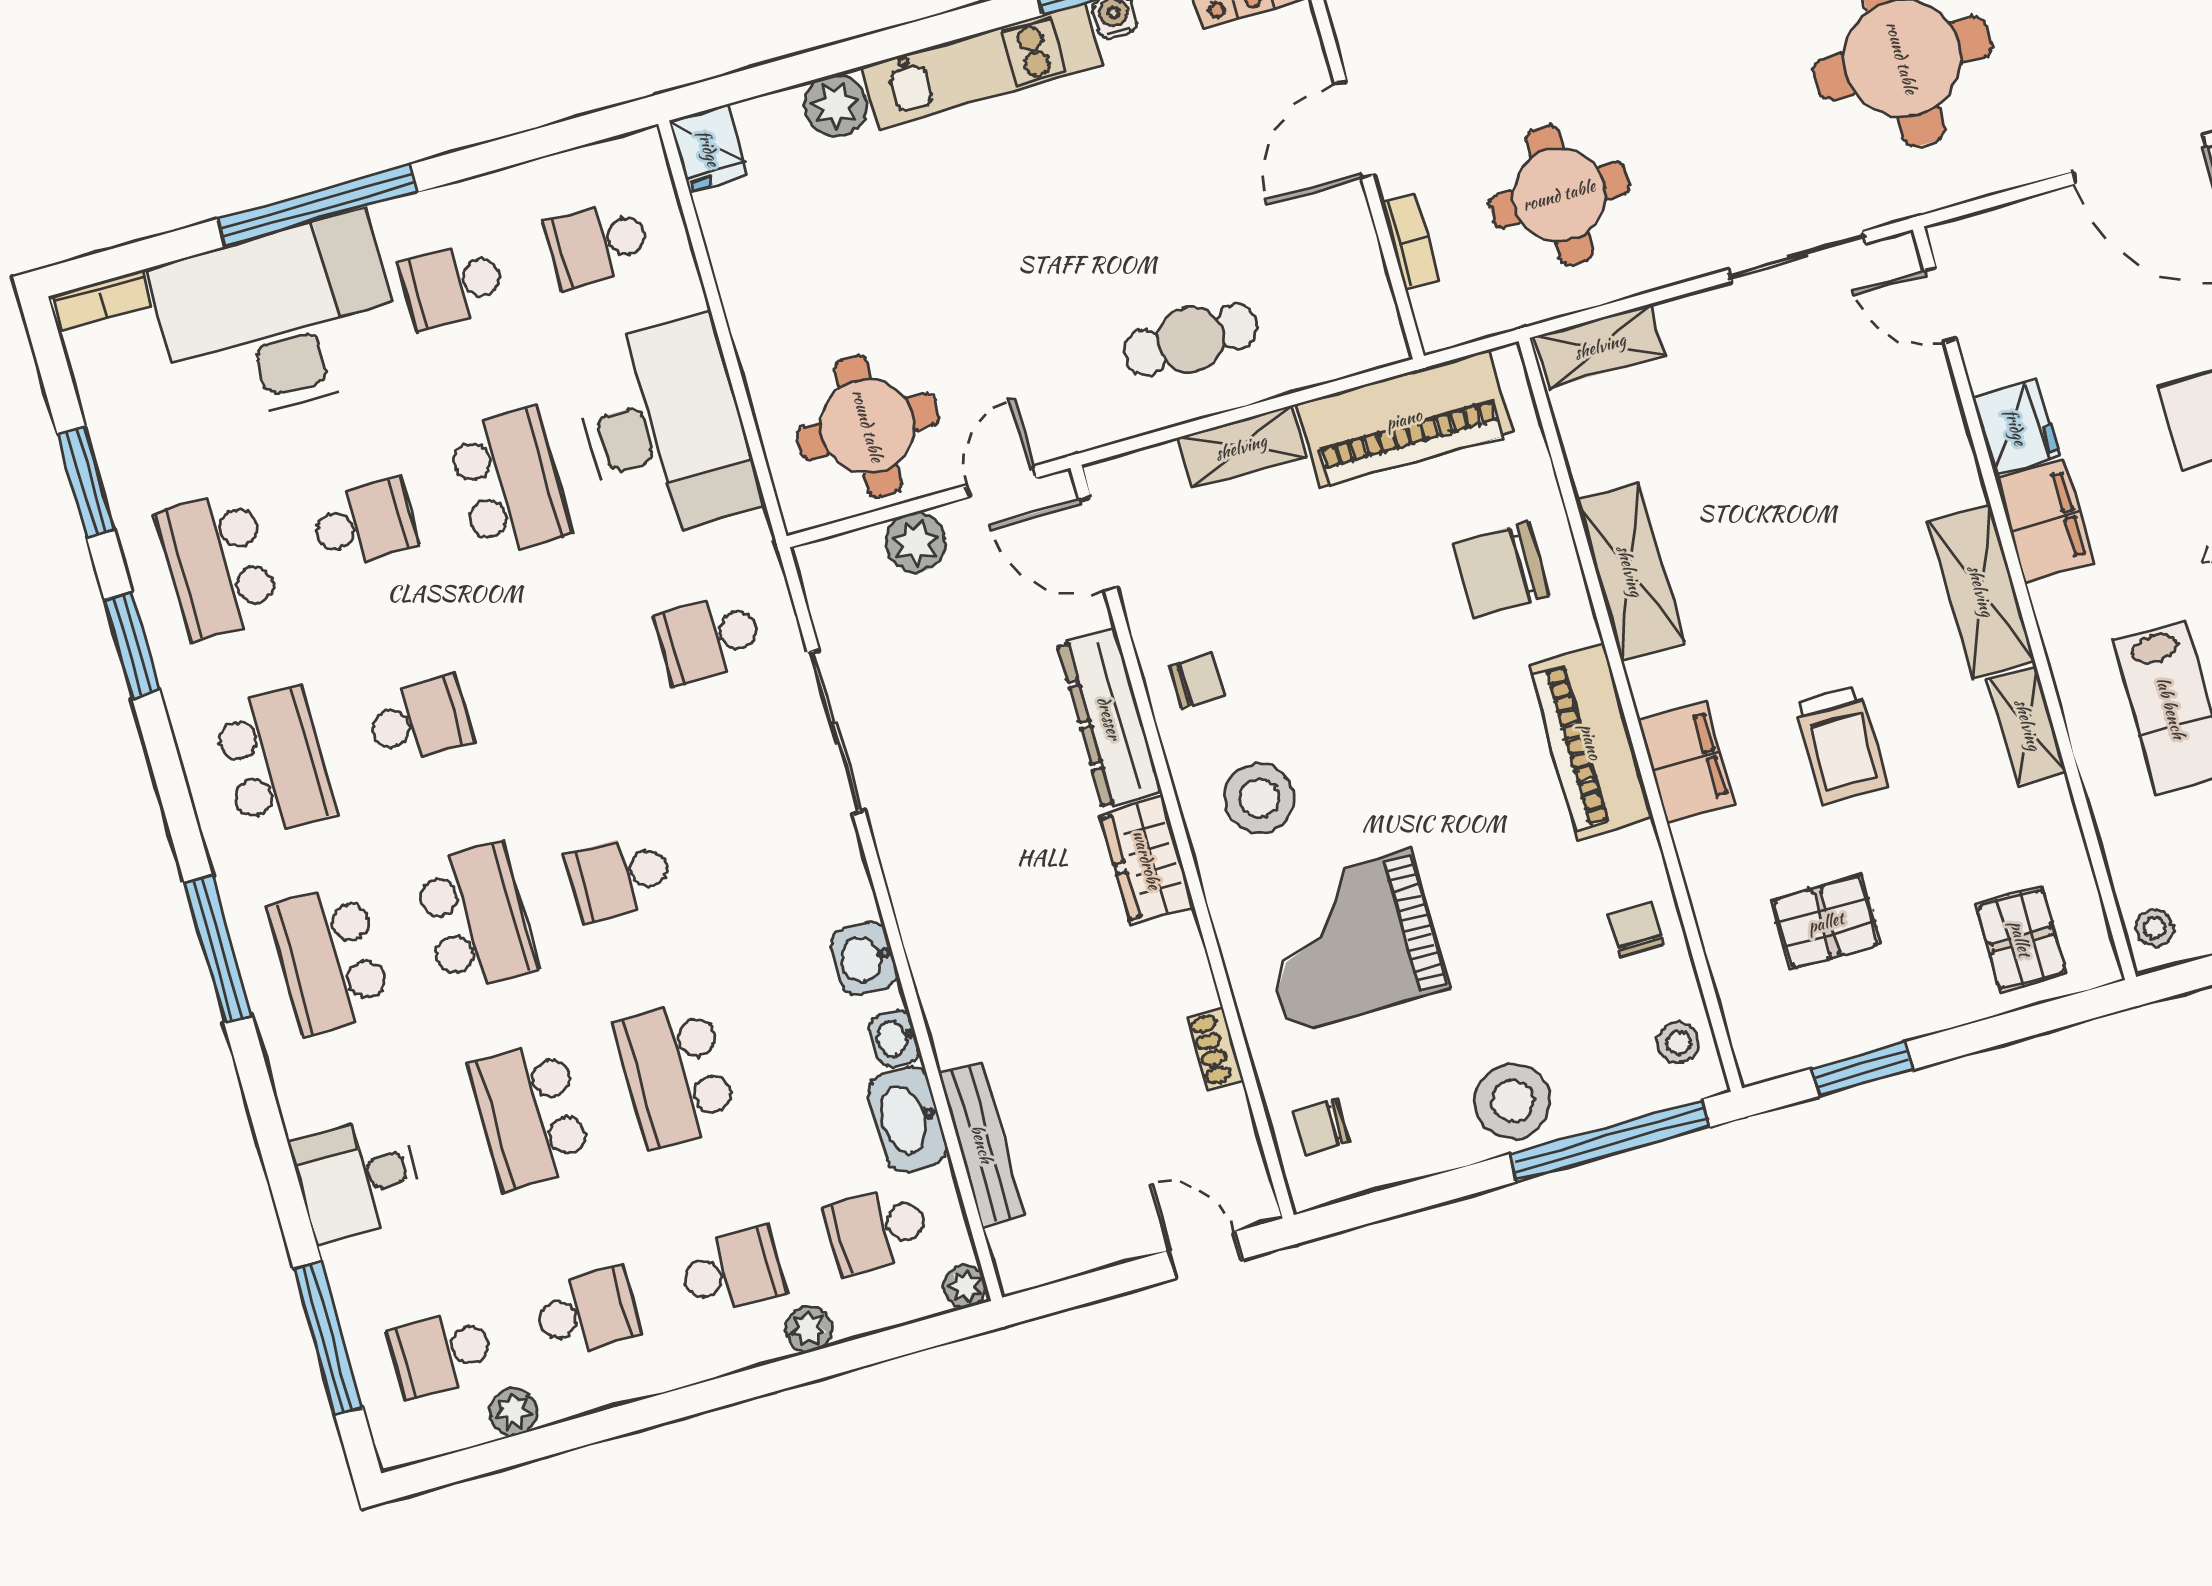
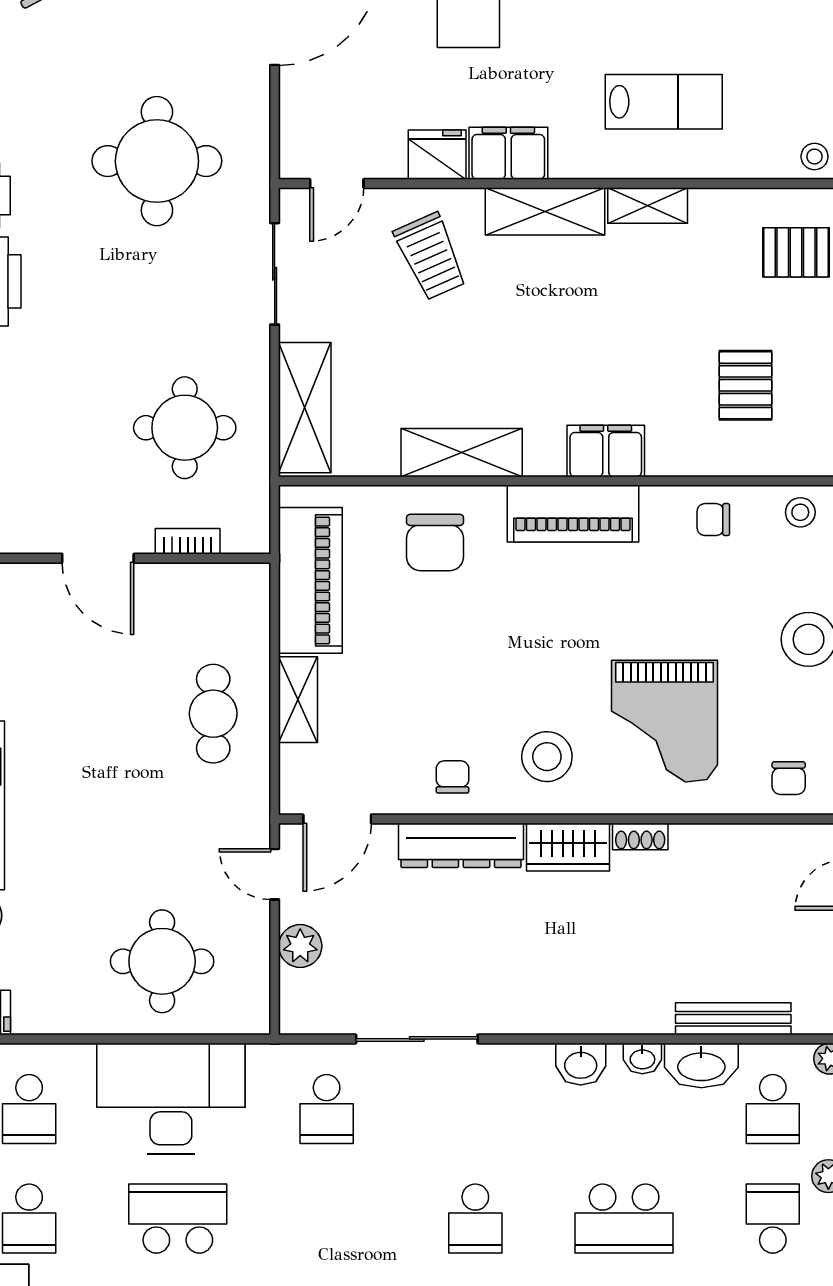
shelving: (1600, 346) -> (305, 408), width x1.50, depth x1.33
round table: (868, 426) -> (162, 961), moved
trolley: (1841, 745) -> (431, 256), moved, turned 66
shoe rack: (1216, 1048) -> (640, 836), moved

